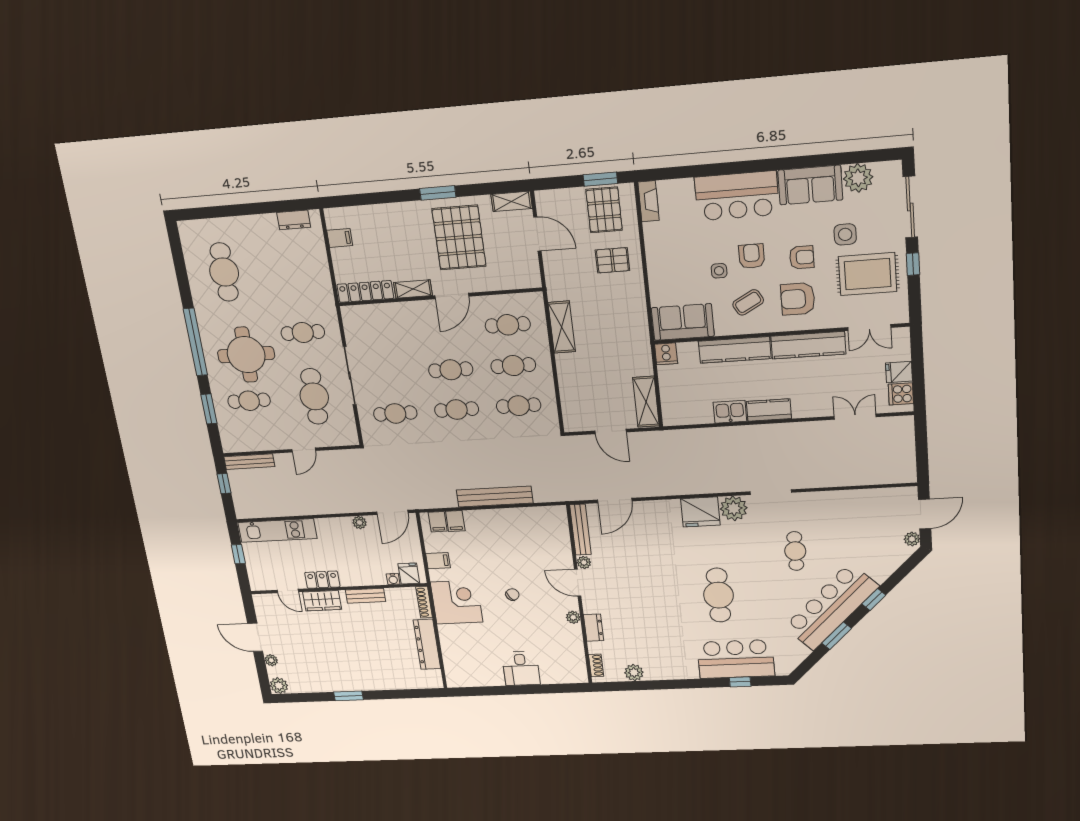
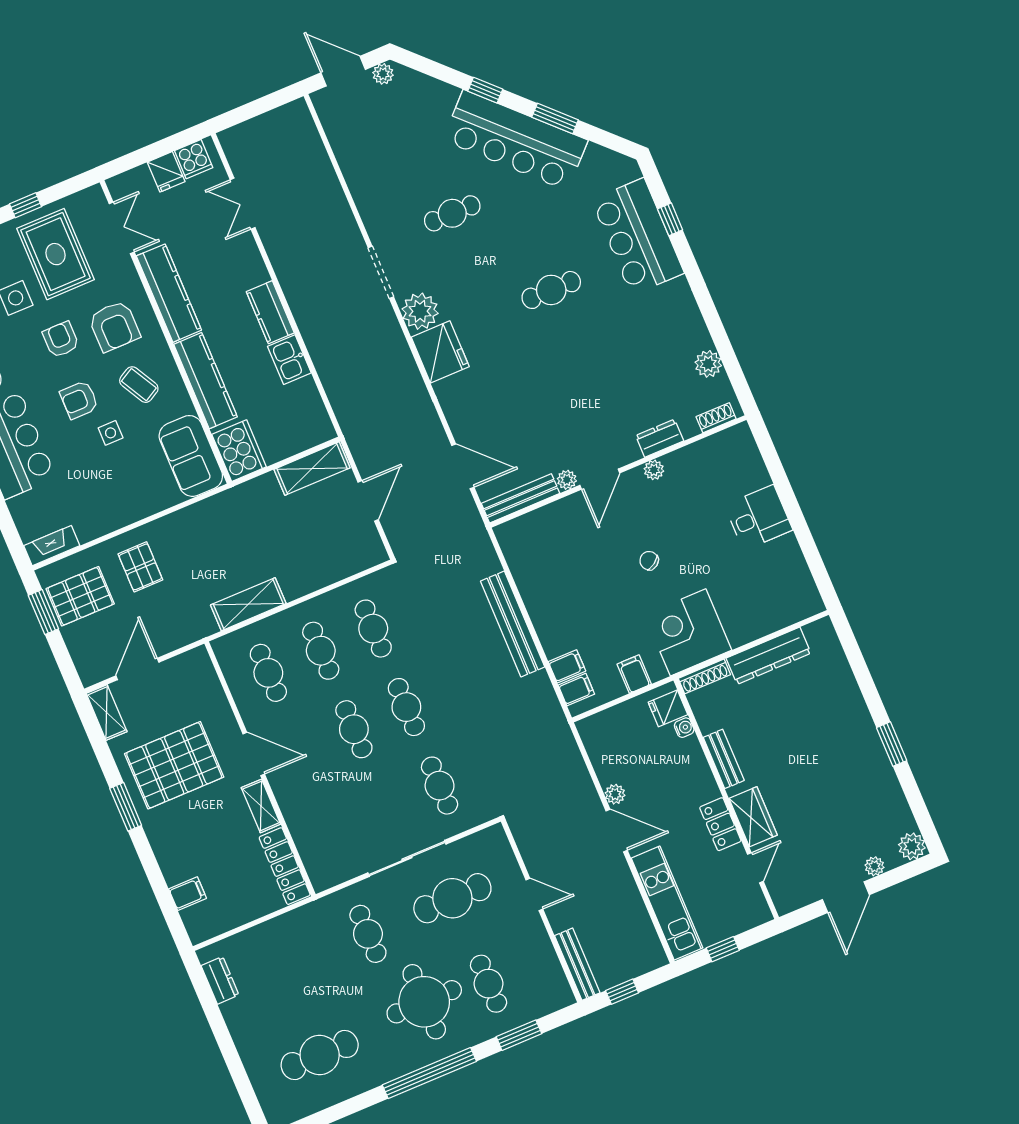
filing cabinet: (340, 238) -> (188, 894), moved, turned 90
cooker: (666, 354) -> (239, 451), width x1.87, depth x1.31
door: (392, 512) -> (617, 831), moved
cafe table: (718, 595) -> (551, 290), width x0.73, depth x0.74

